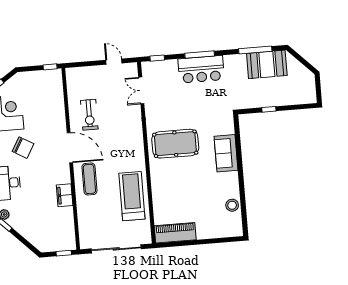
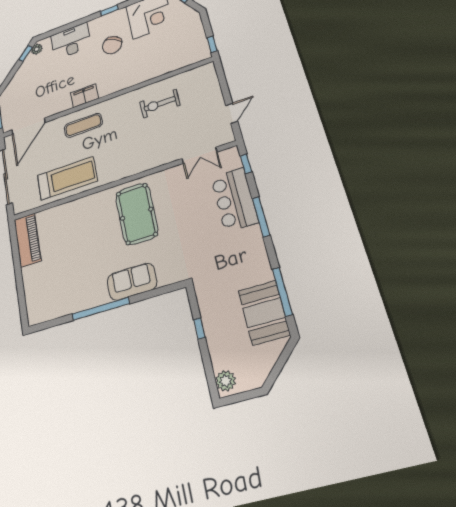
bar counter: (201, 69) -> (234, 200), moved
double door: (141, 90) -> (200, 155), swing flipped
plant: (306, 97) -> (226, 381), added
door: (70, 148) -> (28, 126), moved
window: (241, 179) -> (101, 309), added
filing cabinet: (65, 195) -> (84, 96), moved
stool: (232, 205) -> (66, 304), removed

